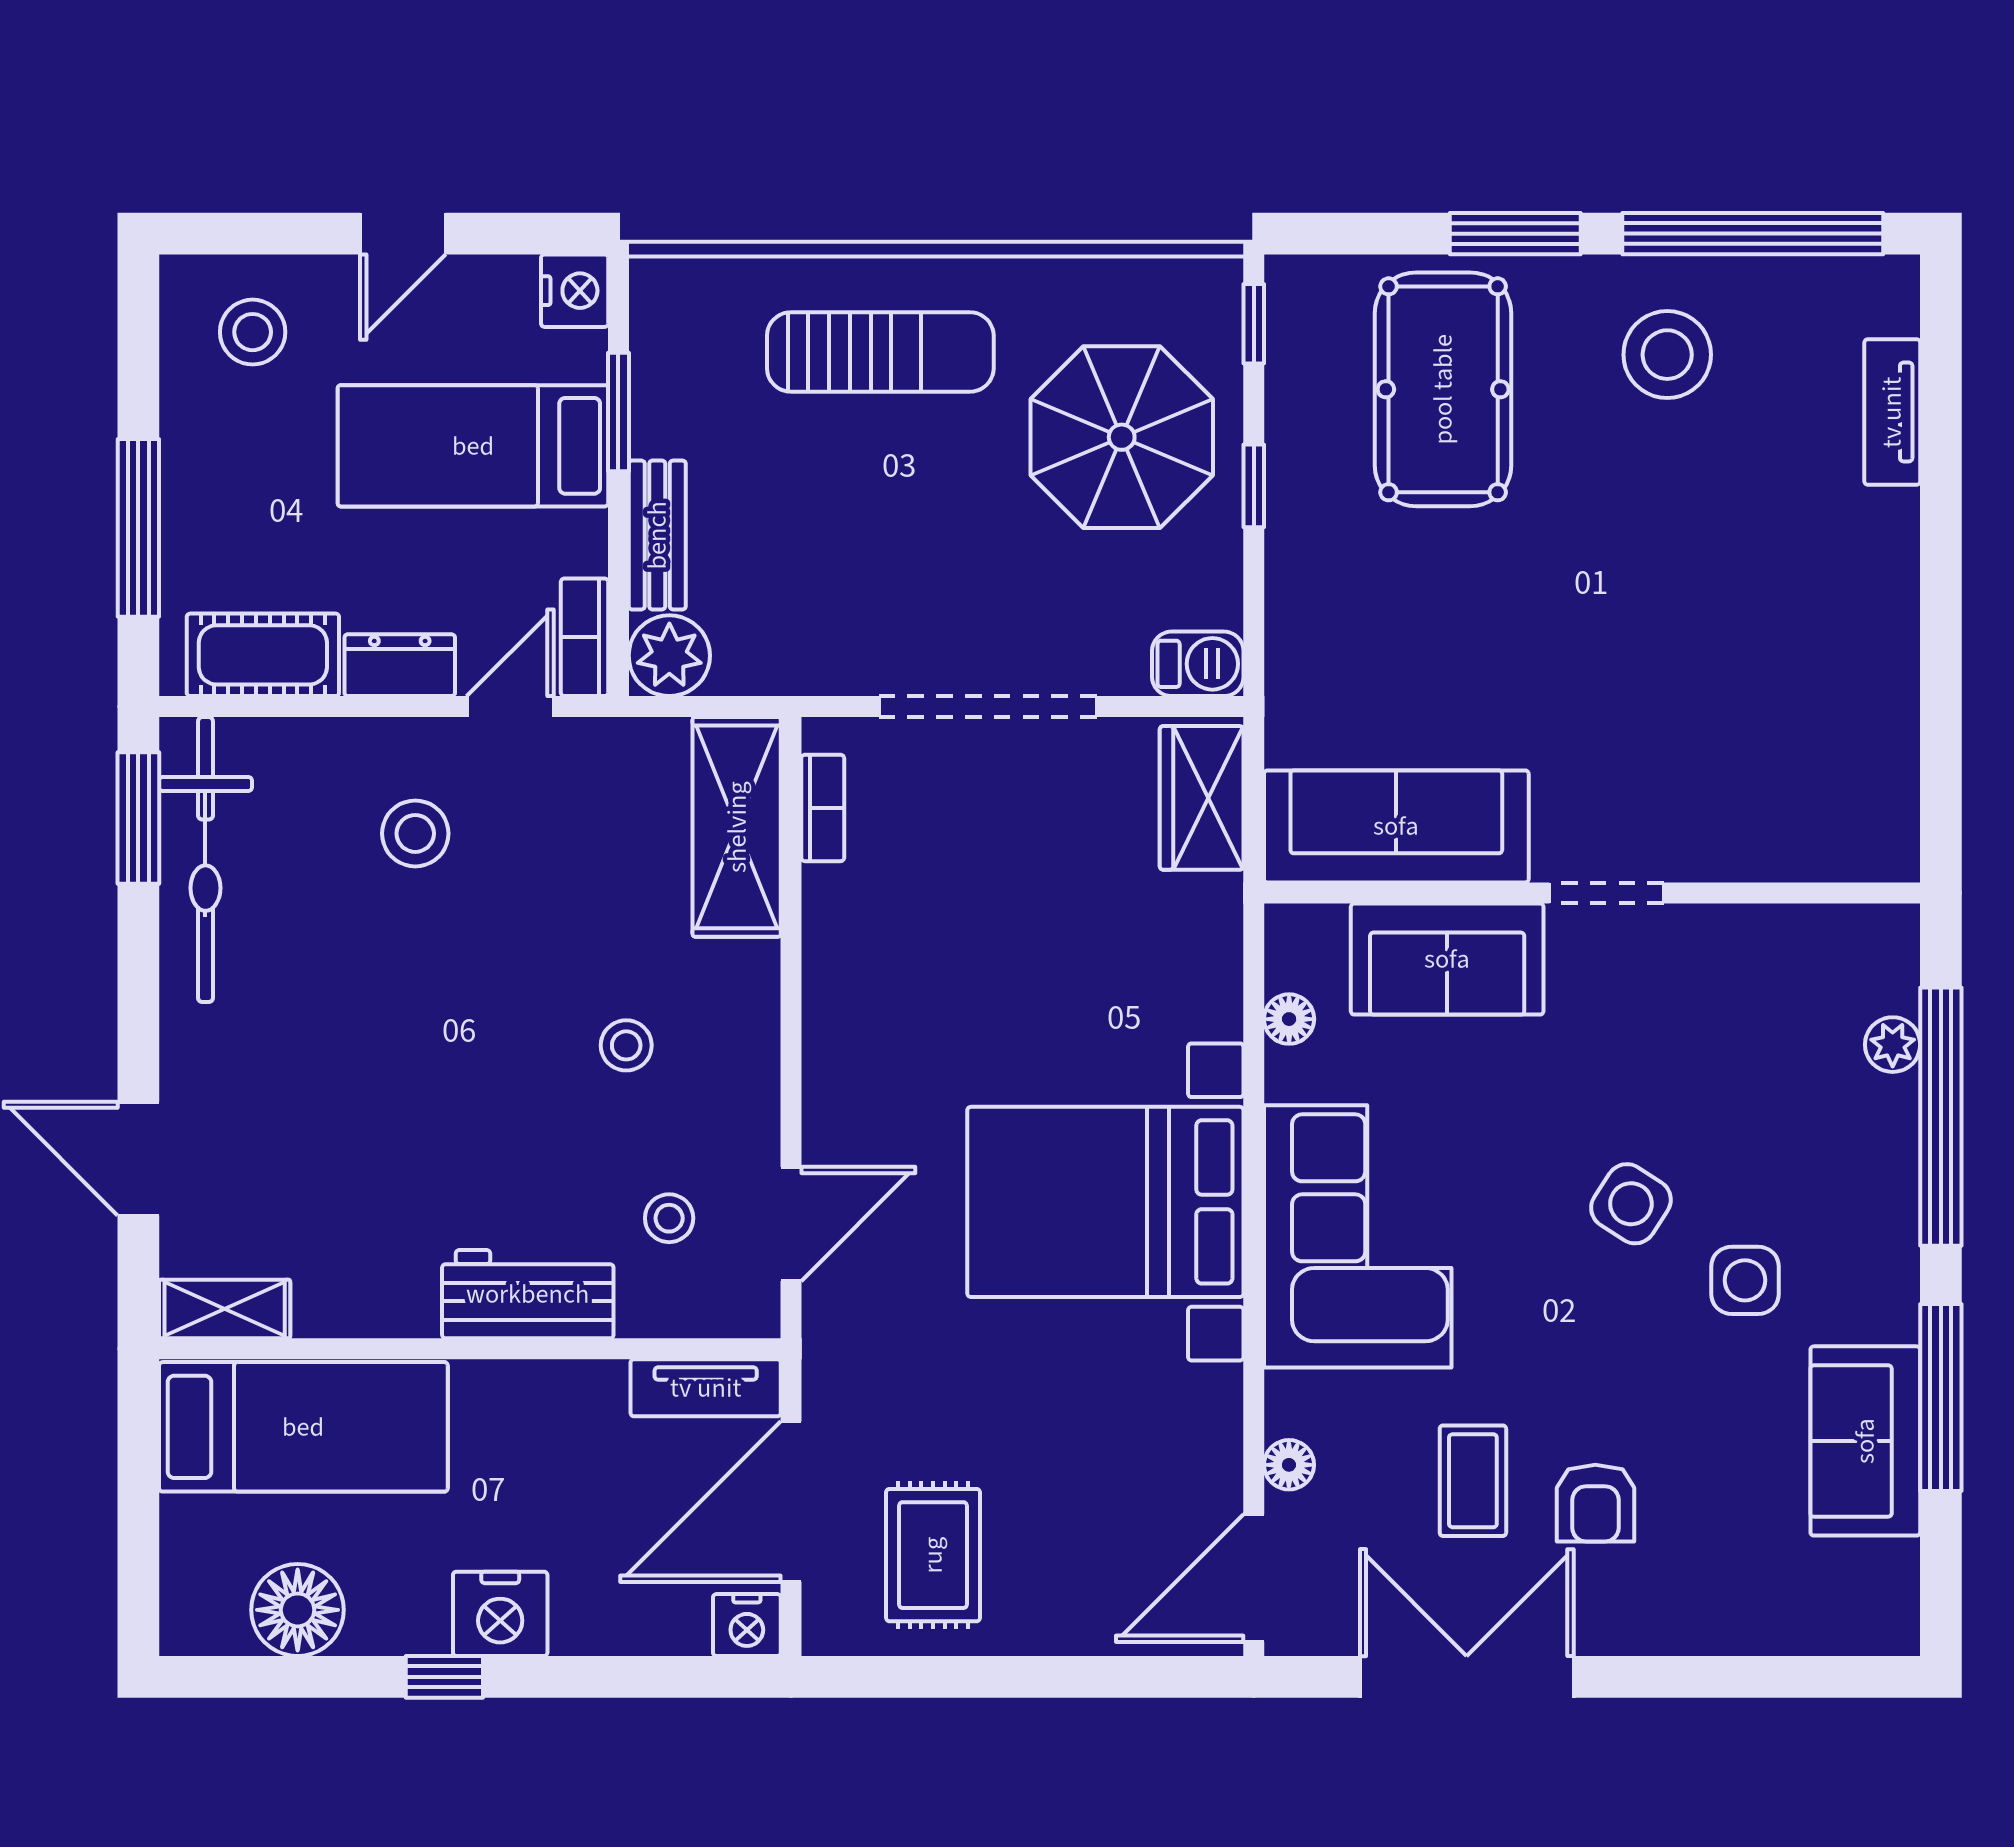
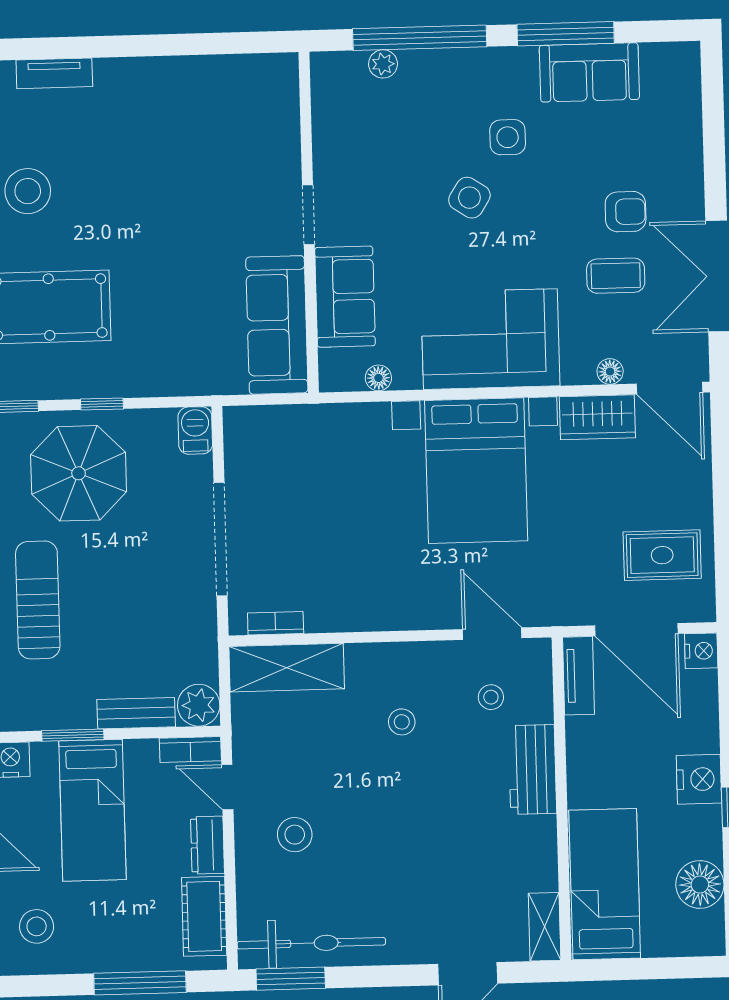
wardrobe: (1202, 798) -> (597, 417), moved

